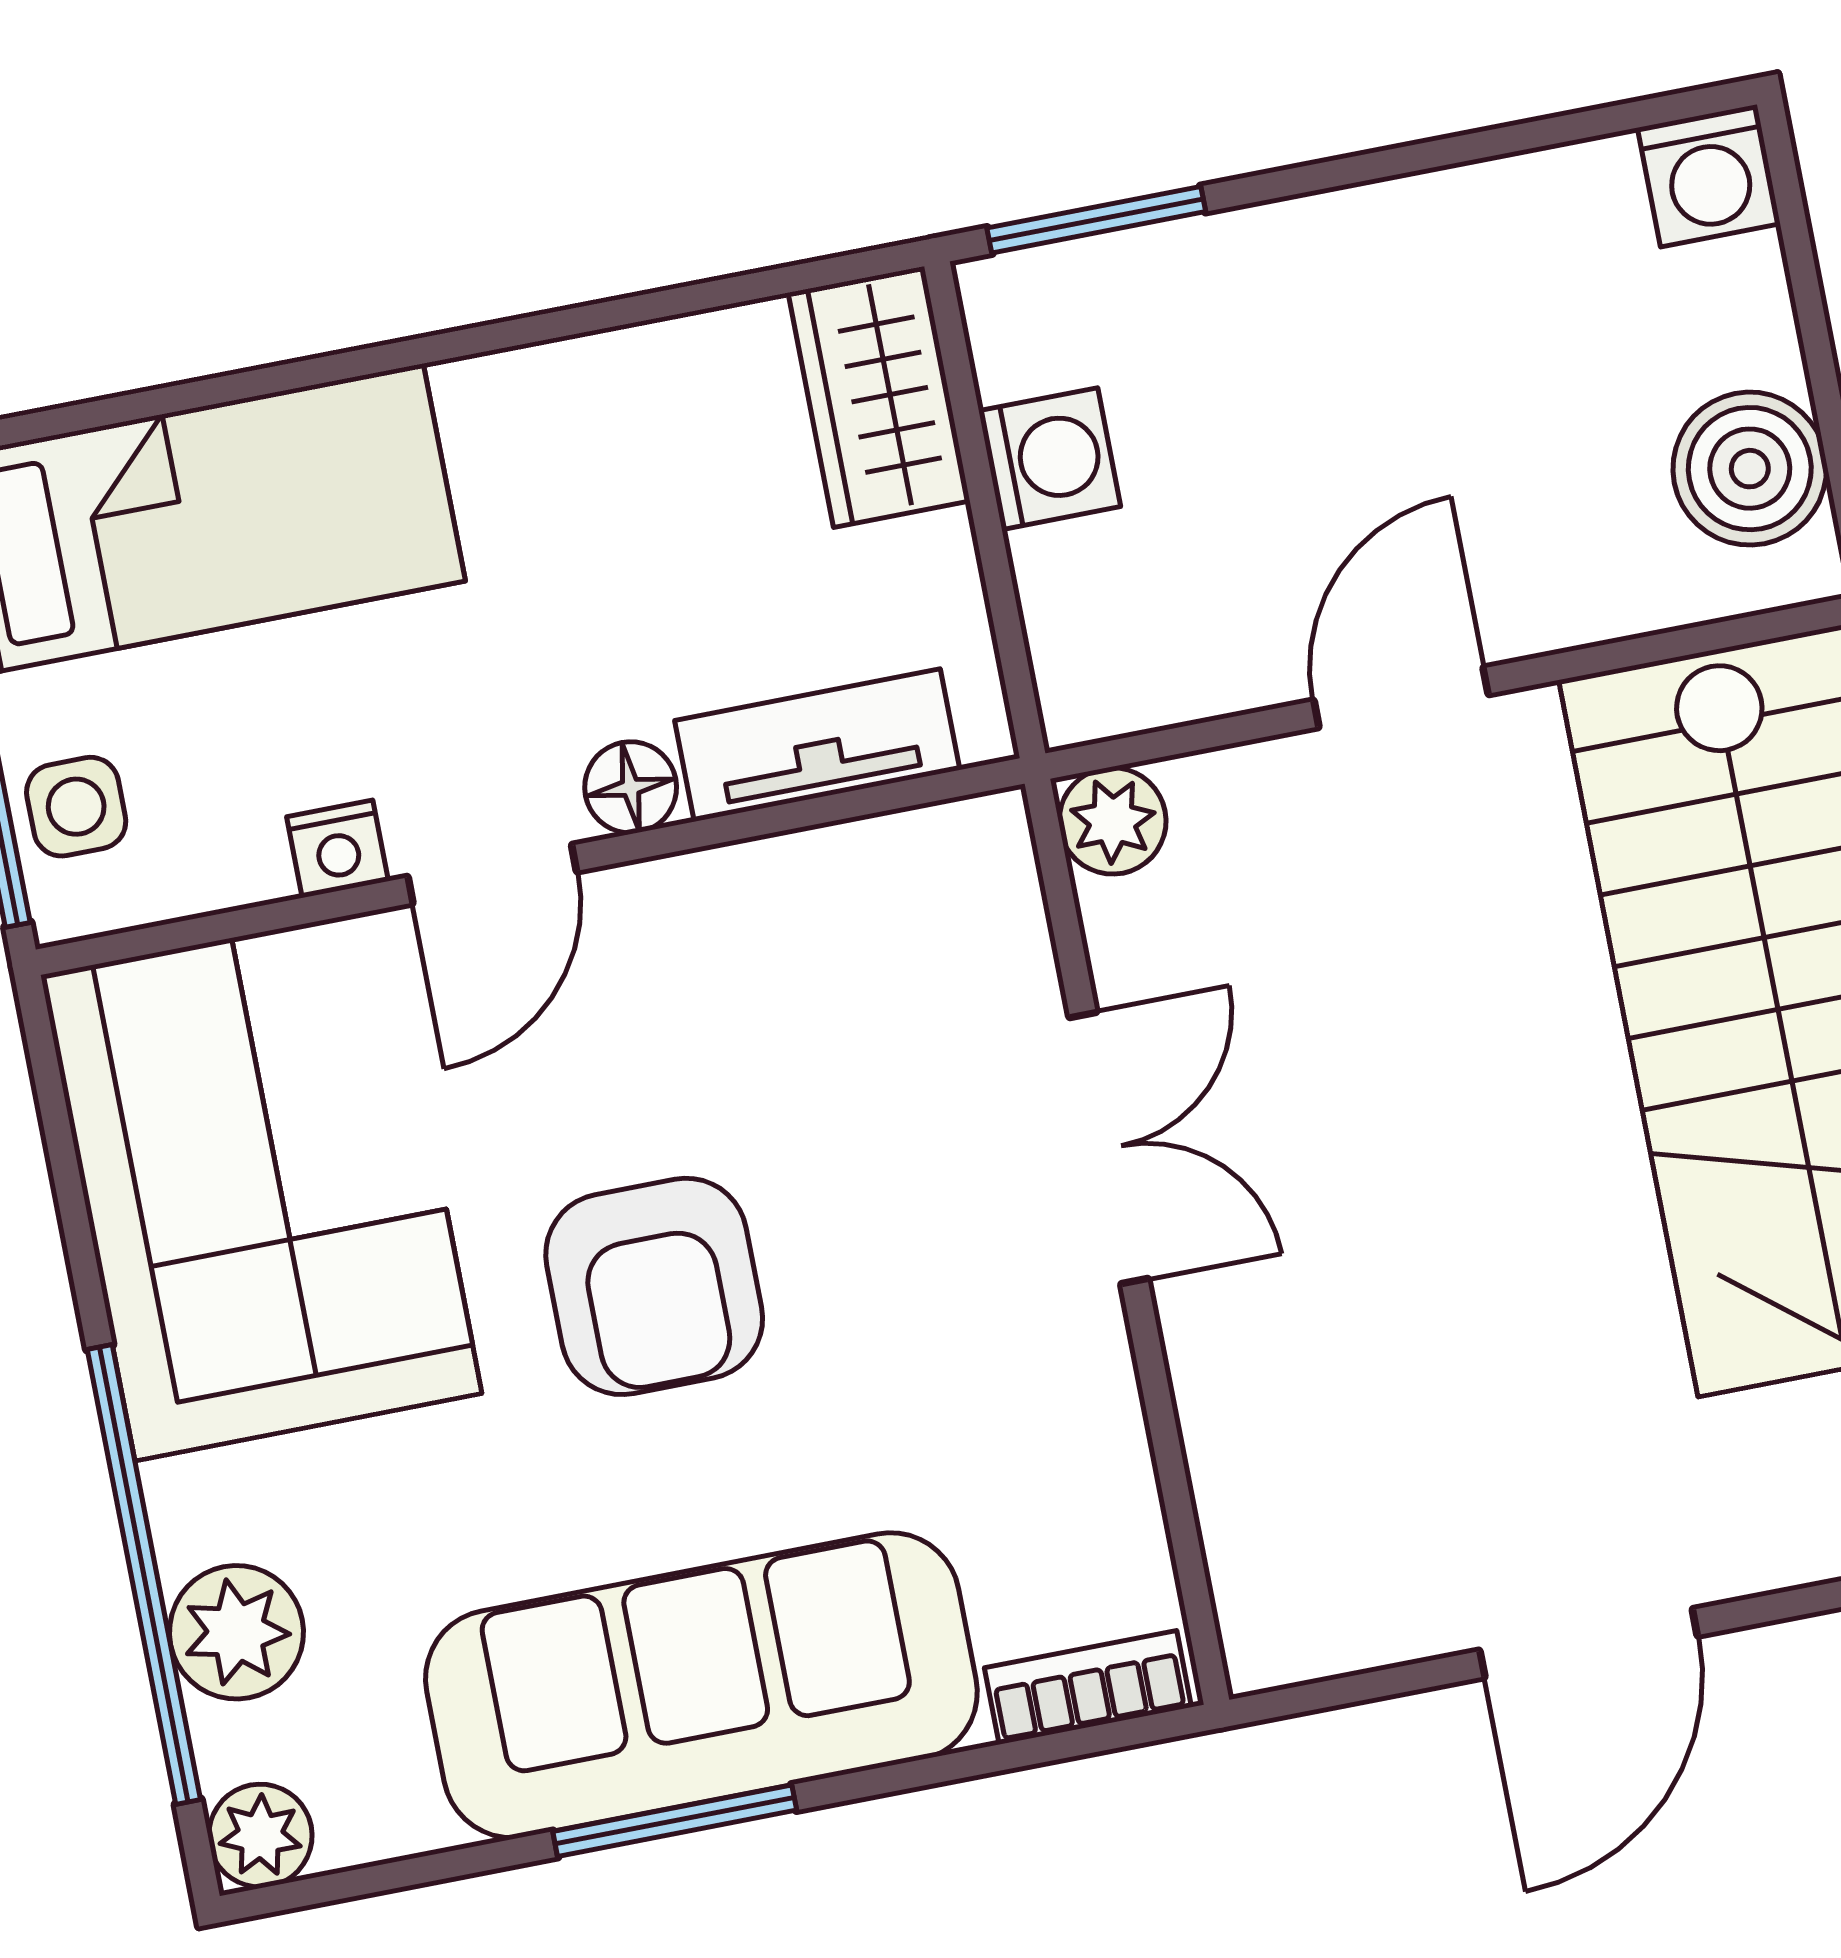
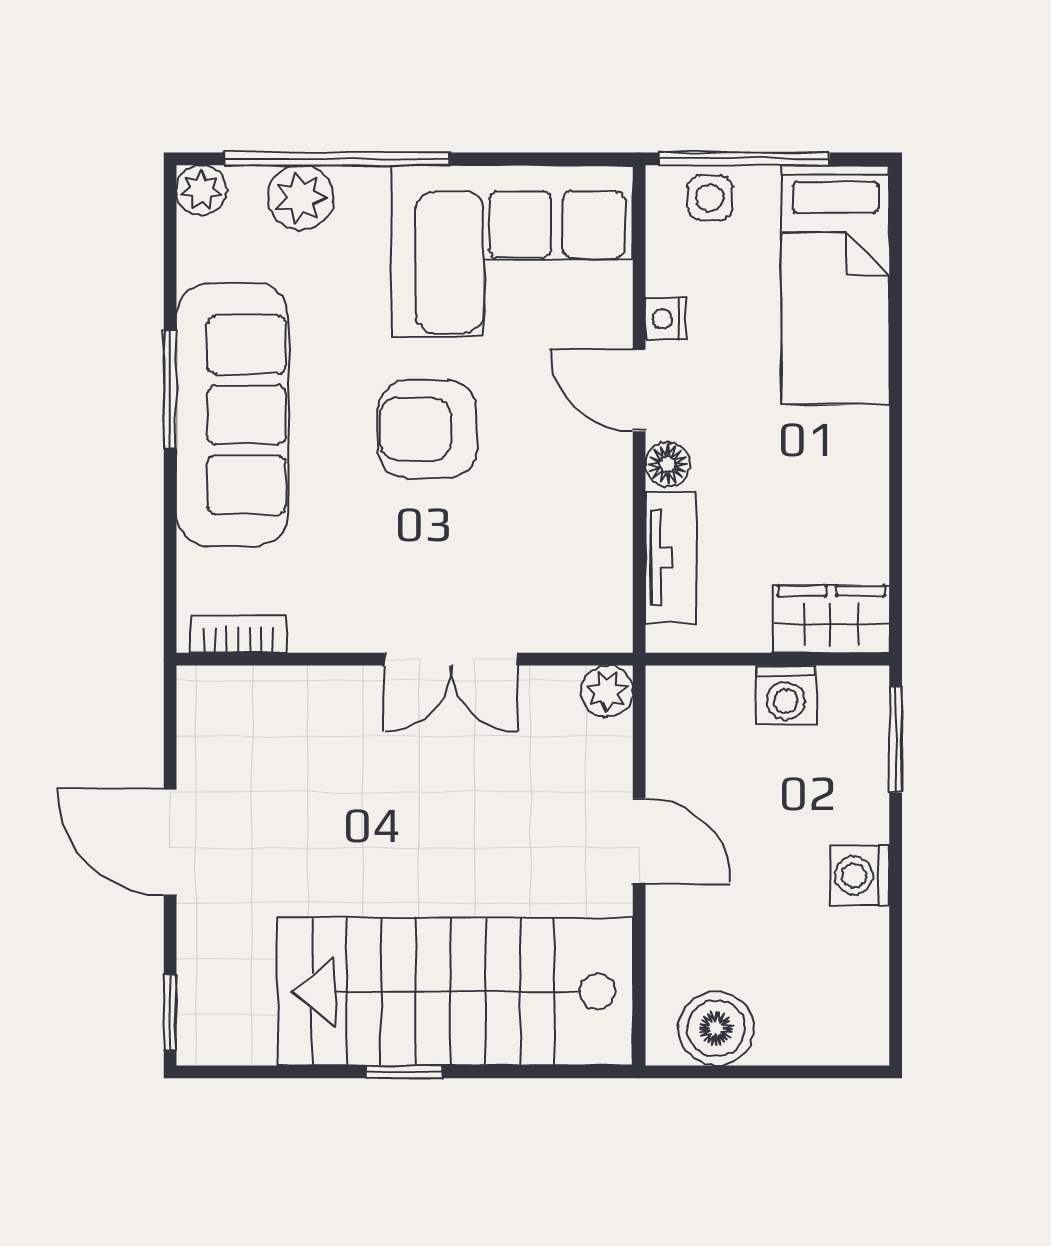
washing machine: (1709, 176) -> (860, 875), moved
bookcase: (1088, 1687) -> (239, 634), moved, turned -90

